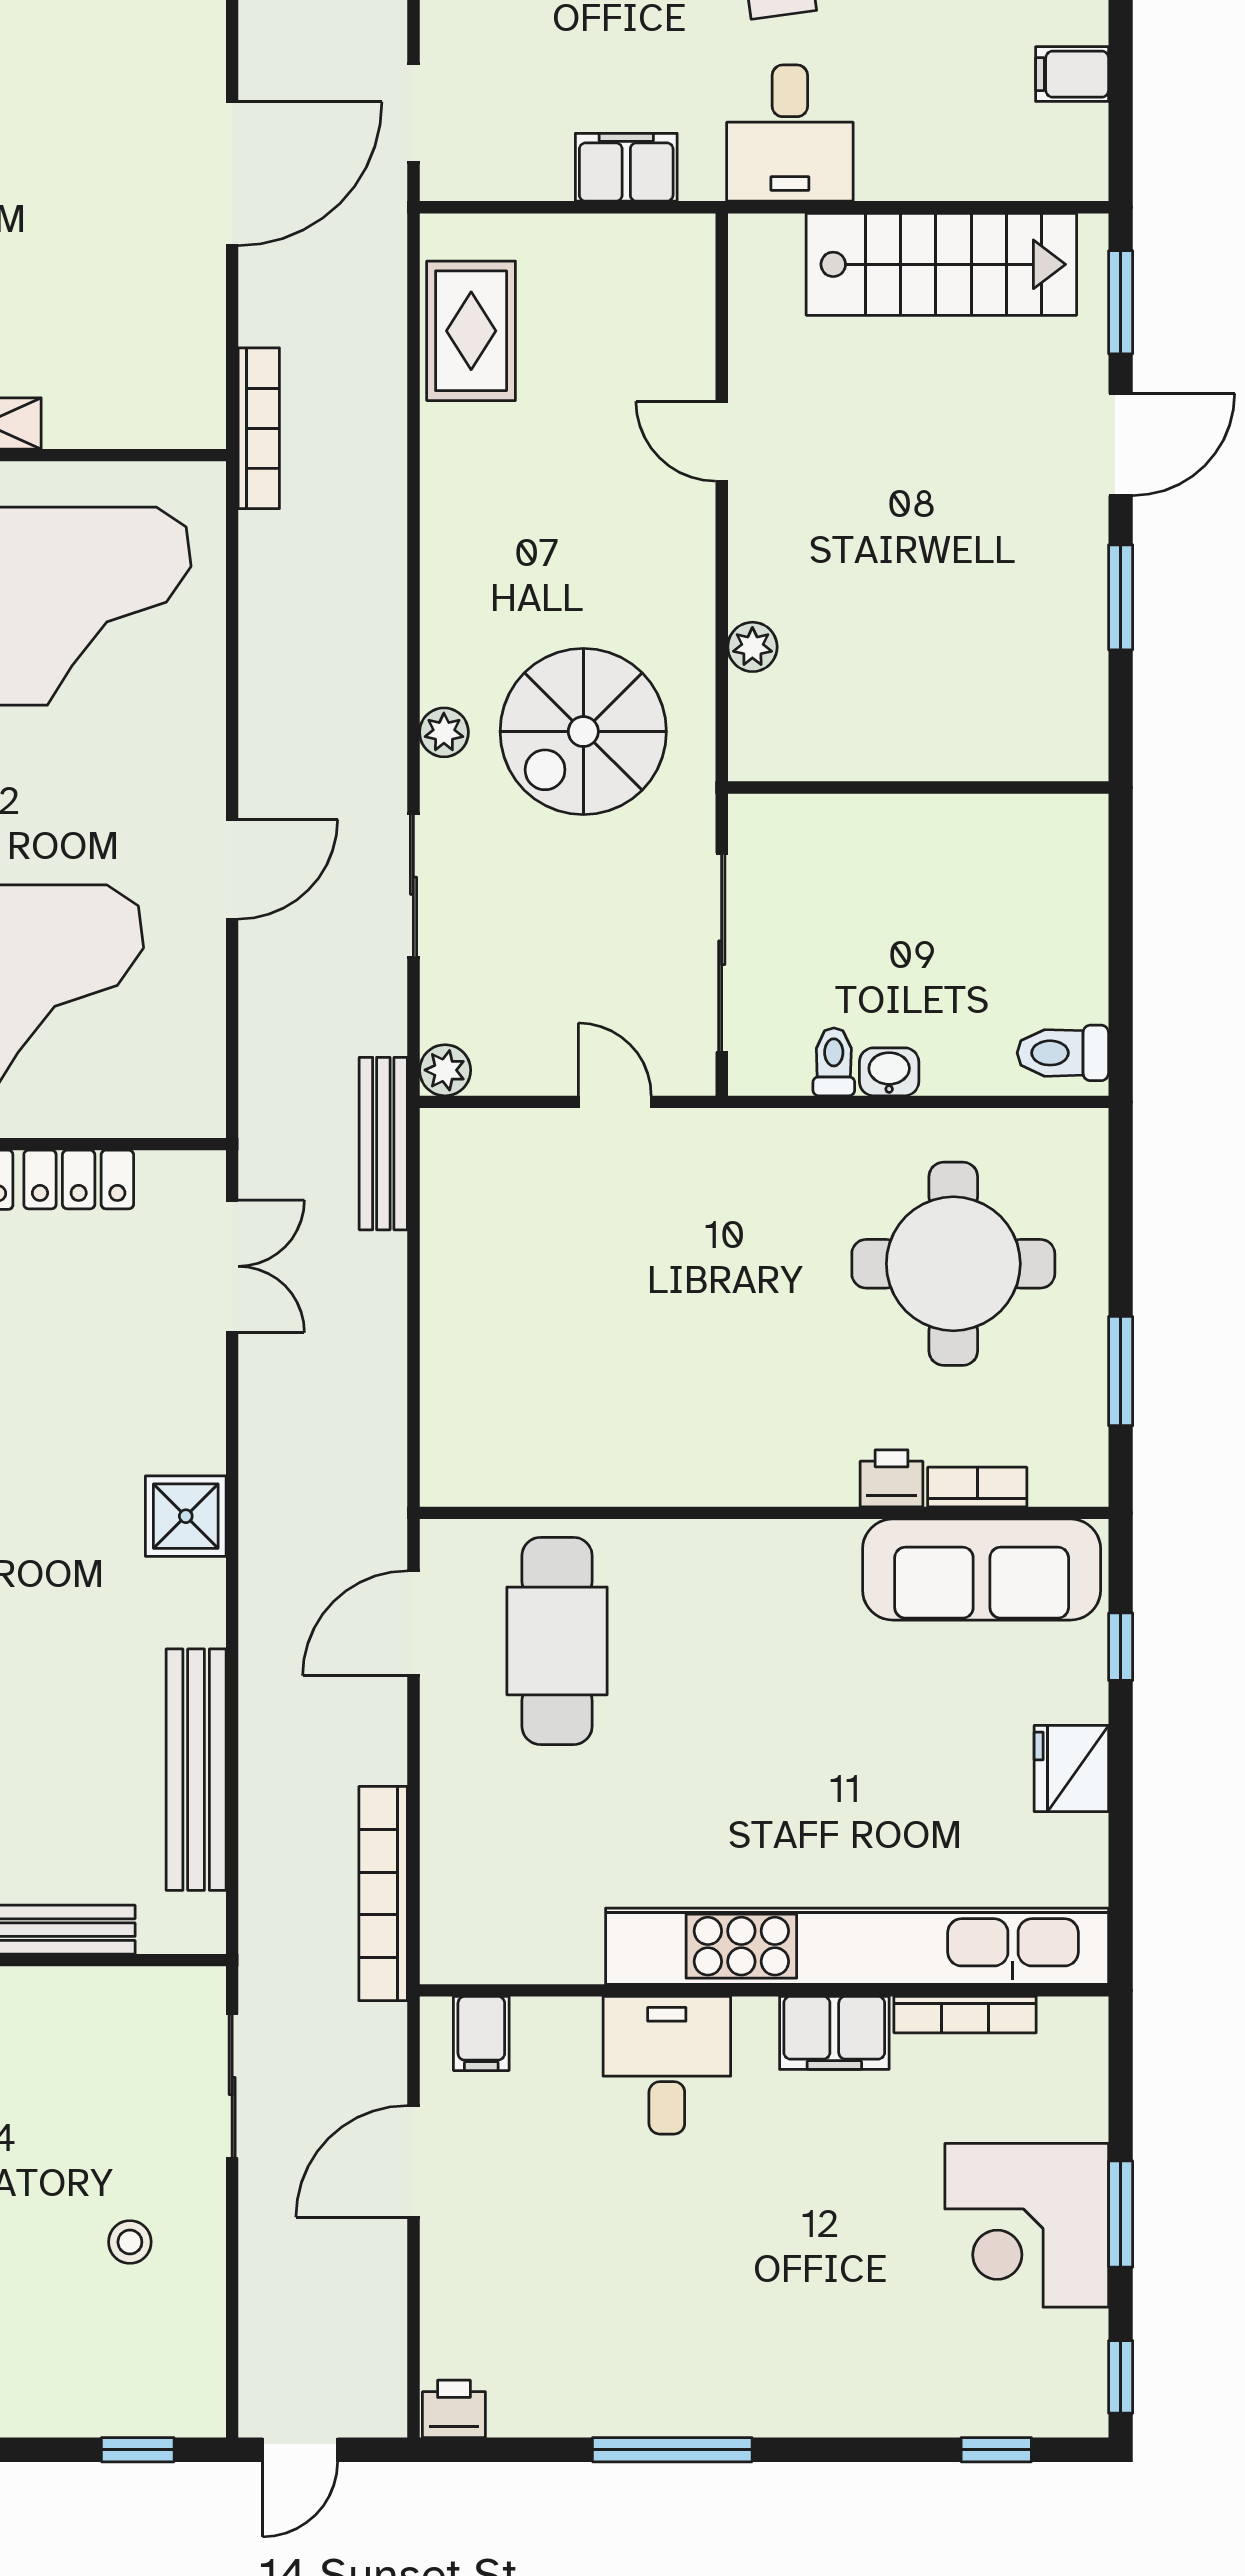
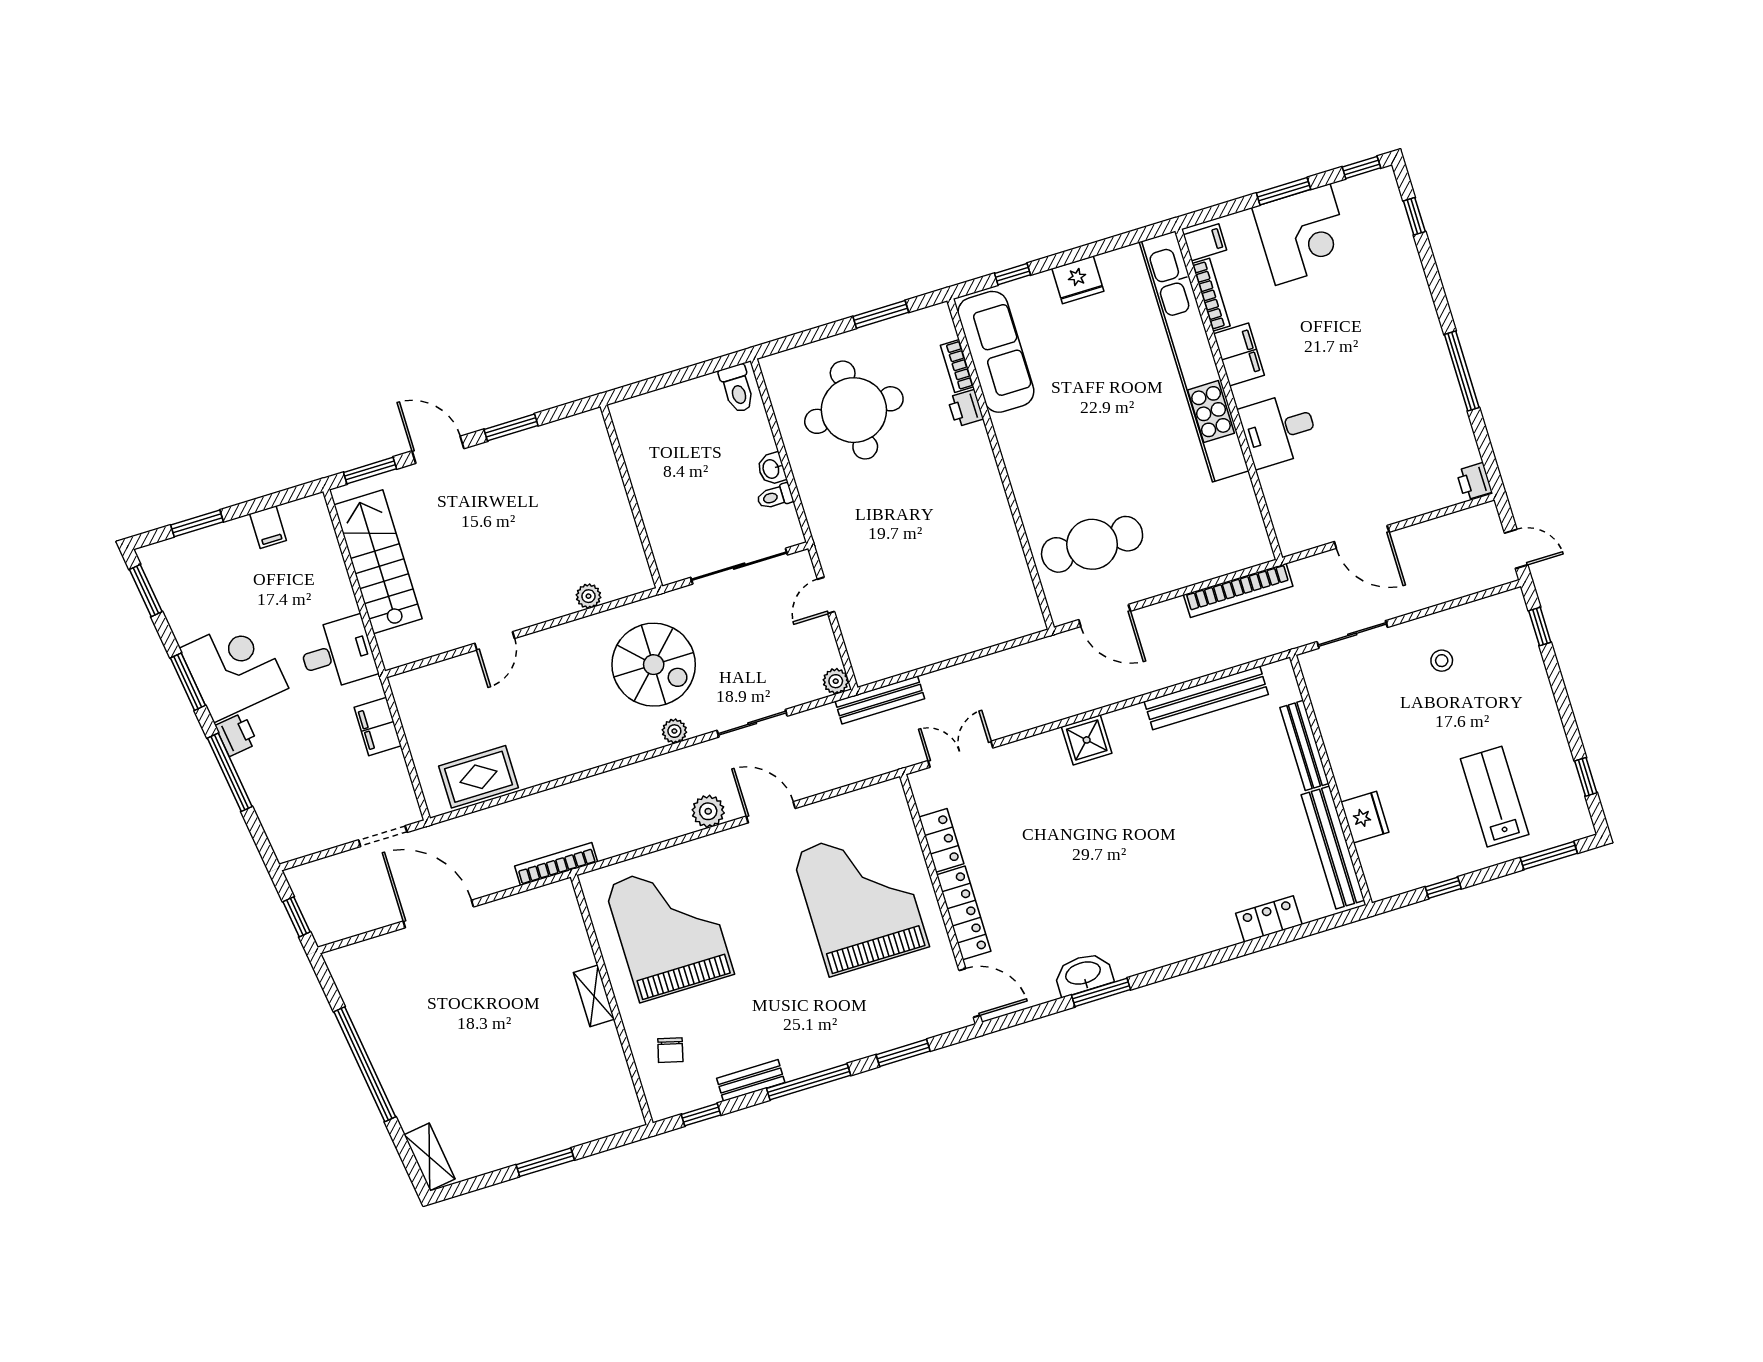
plant: (271, 750) -> (708, 811), added
filing cabinet: (481, 2033) -> (1205, 242), moved

